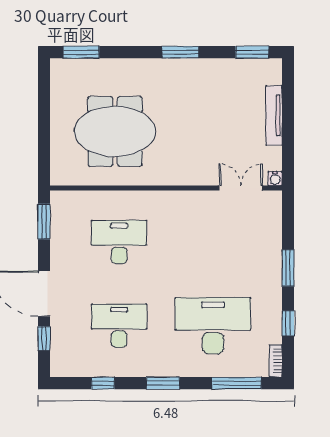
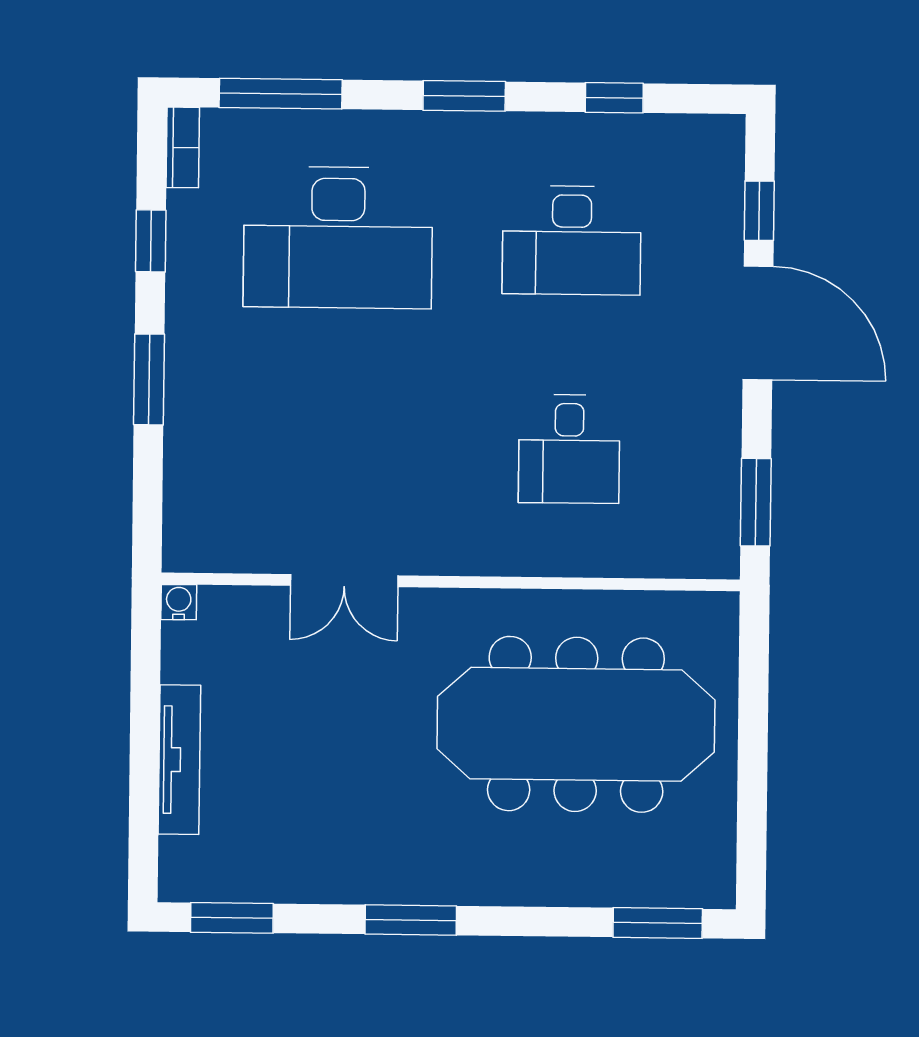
meeting table: (115, 131) -> (576, 724), width x1.36
double door: (241, 188) -> (344, 581), moved
desk: (119, 242) -> (569, 449), width x0.73

